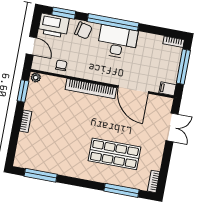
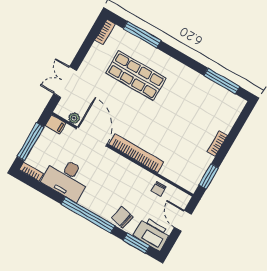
desk: (117, 42) -> (66, 178), moved
plant: (36, 78) -> (74, 118), moved

